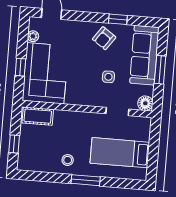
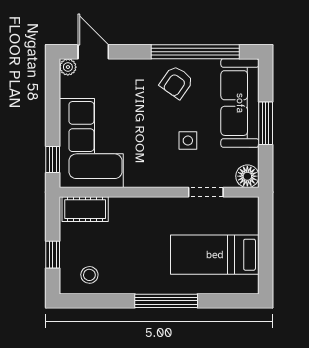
window: (118, 19) -> (195, 52), width x3.17
plant: (33, 36) -> (68, 67), moved
window: (20, 67) -> (53, 159), moved
stool: (68, 160) -> (89, 275), moved
window: (86, 180) -> (166, 301), width x1.44

